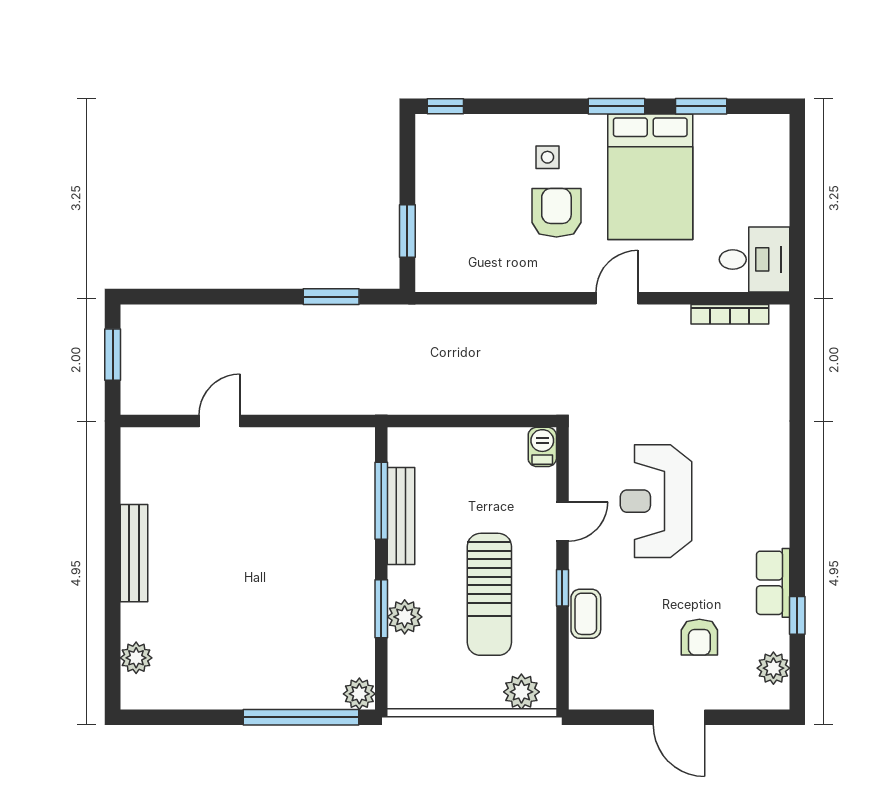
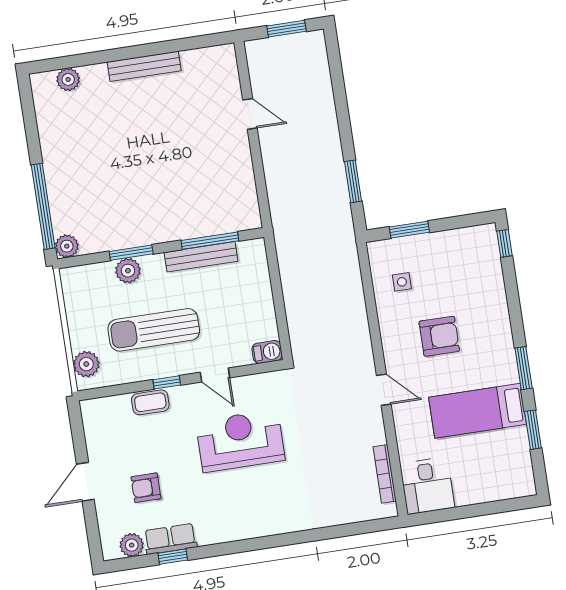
side table: (548, 157) -> (402, 282), moved
bed: (650, 177) -> (477, 411), width x0.67
row of seats: (773, 583) -> (170, 539), moved

